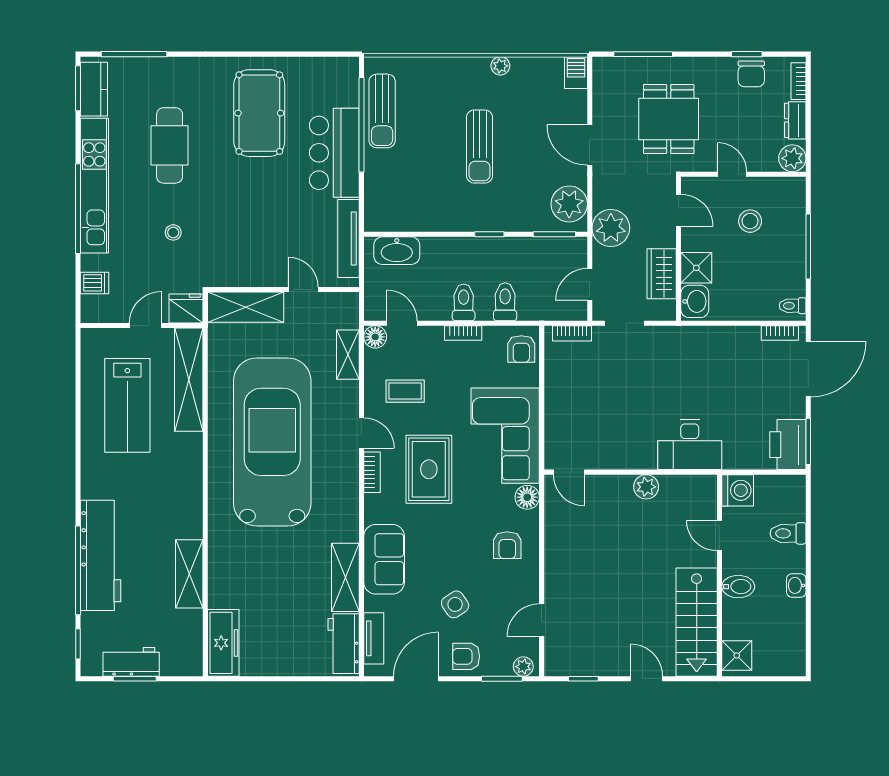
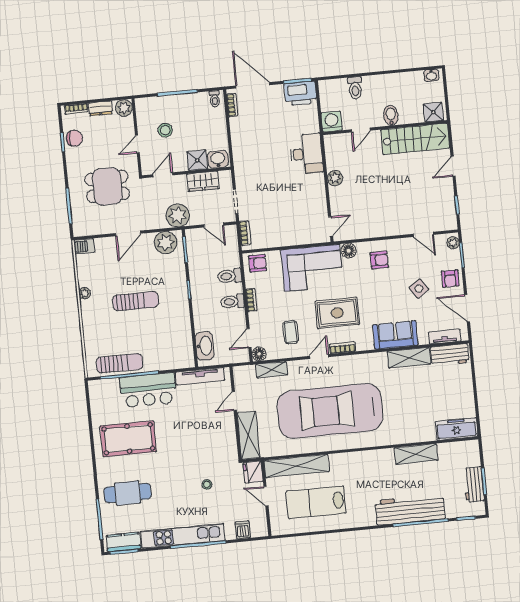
cafe table: (170, 145) -> (128, 493), moved
lab bench: (127, 405) -> (316, 502), turned 180
washbasin: (796, 585) -> (431, 75), moved

